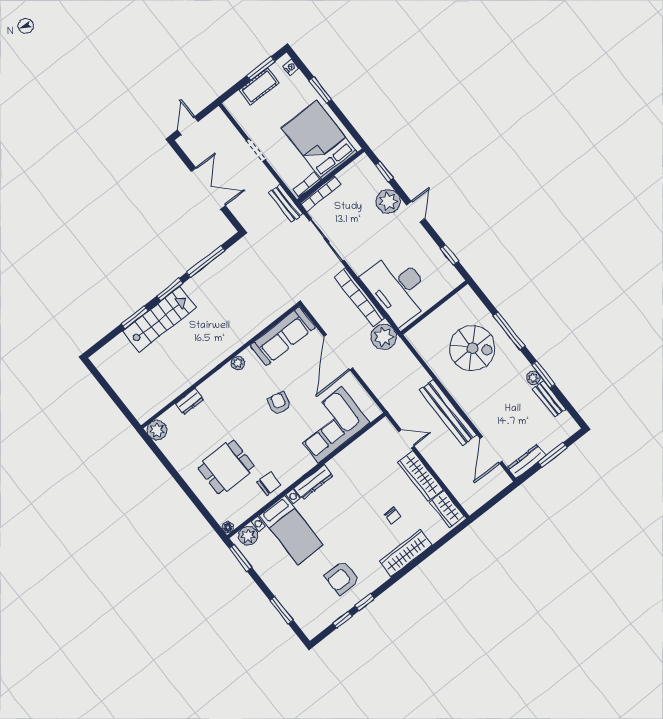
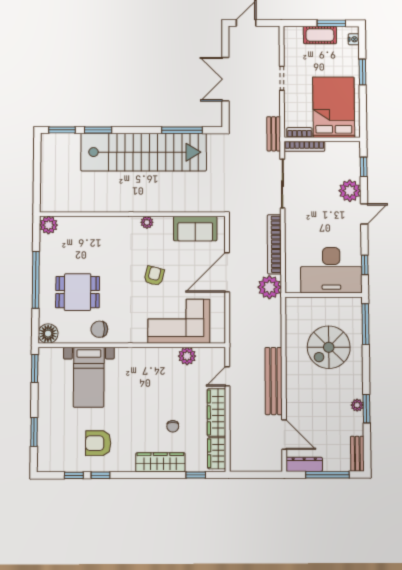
double door: (208, 188) -> (225, 79), swing flipped
desk: (398, 288) -> (331, 270), moved, turned -90
window: (170, 289) -> (62, 130), moved
stairs: (159, 319) -> (144, 152), width x1.86, depth x1.51
window: (509, 331) -> (365, 324), moved
sofa: (283, 336) -> (195, 229), width x0.73
spiral stairs: (472, 348) -> (329, 347), turned 90
bench: (549, 399) -> (357, 454), moved
dresser: (190, 401) -> (89, 223), removed
door: (406, 439) -> (227, 376), swing flipped
door: (491, 450) -> (284, 434), swing flipped
window: (553, 455) -> (327, 475), width x1.44
dresser: (313, 482) -> (133, 354), removed
chair: (269, 483) -> (99, 329), turned 180
window: (183, 484) -> (36, 280), added
floor lamp: (228, 527) -> (48, 334), width x1.89, depth x1.89
plant: (248, 536) -> (187, 356), moved
window: (443, 541) -> (196, 475), added

